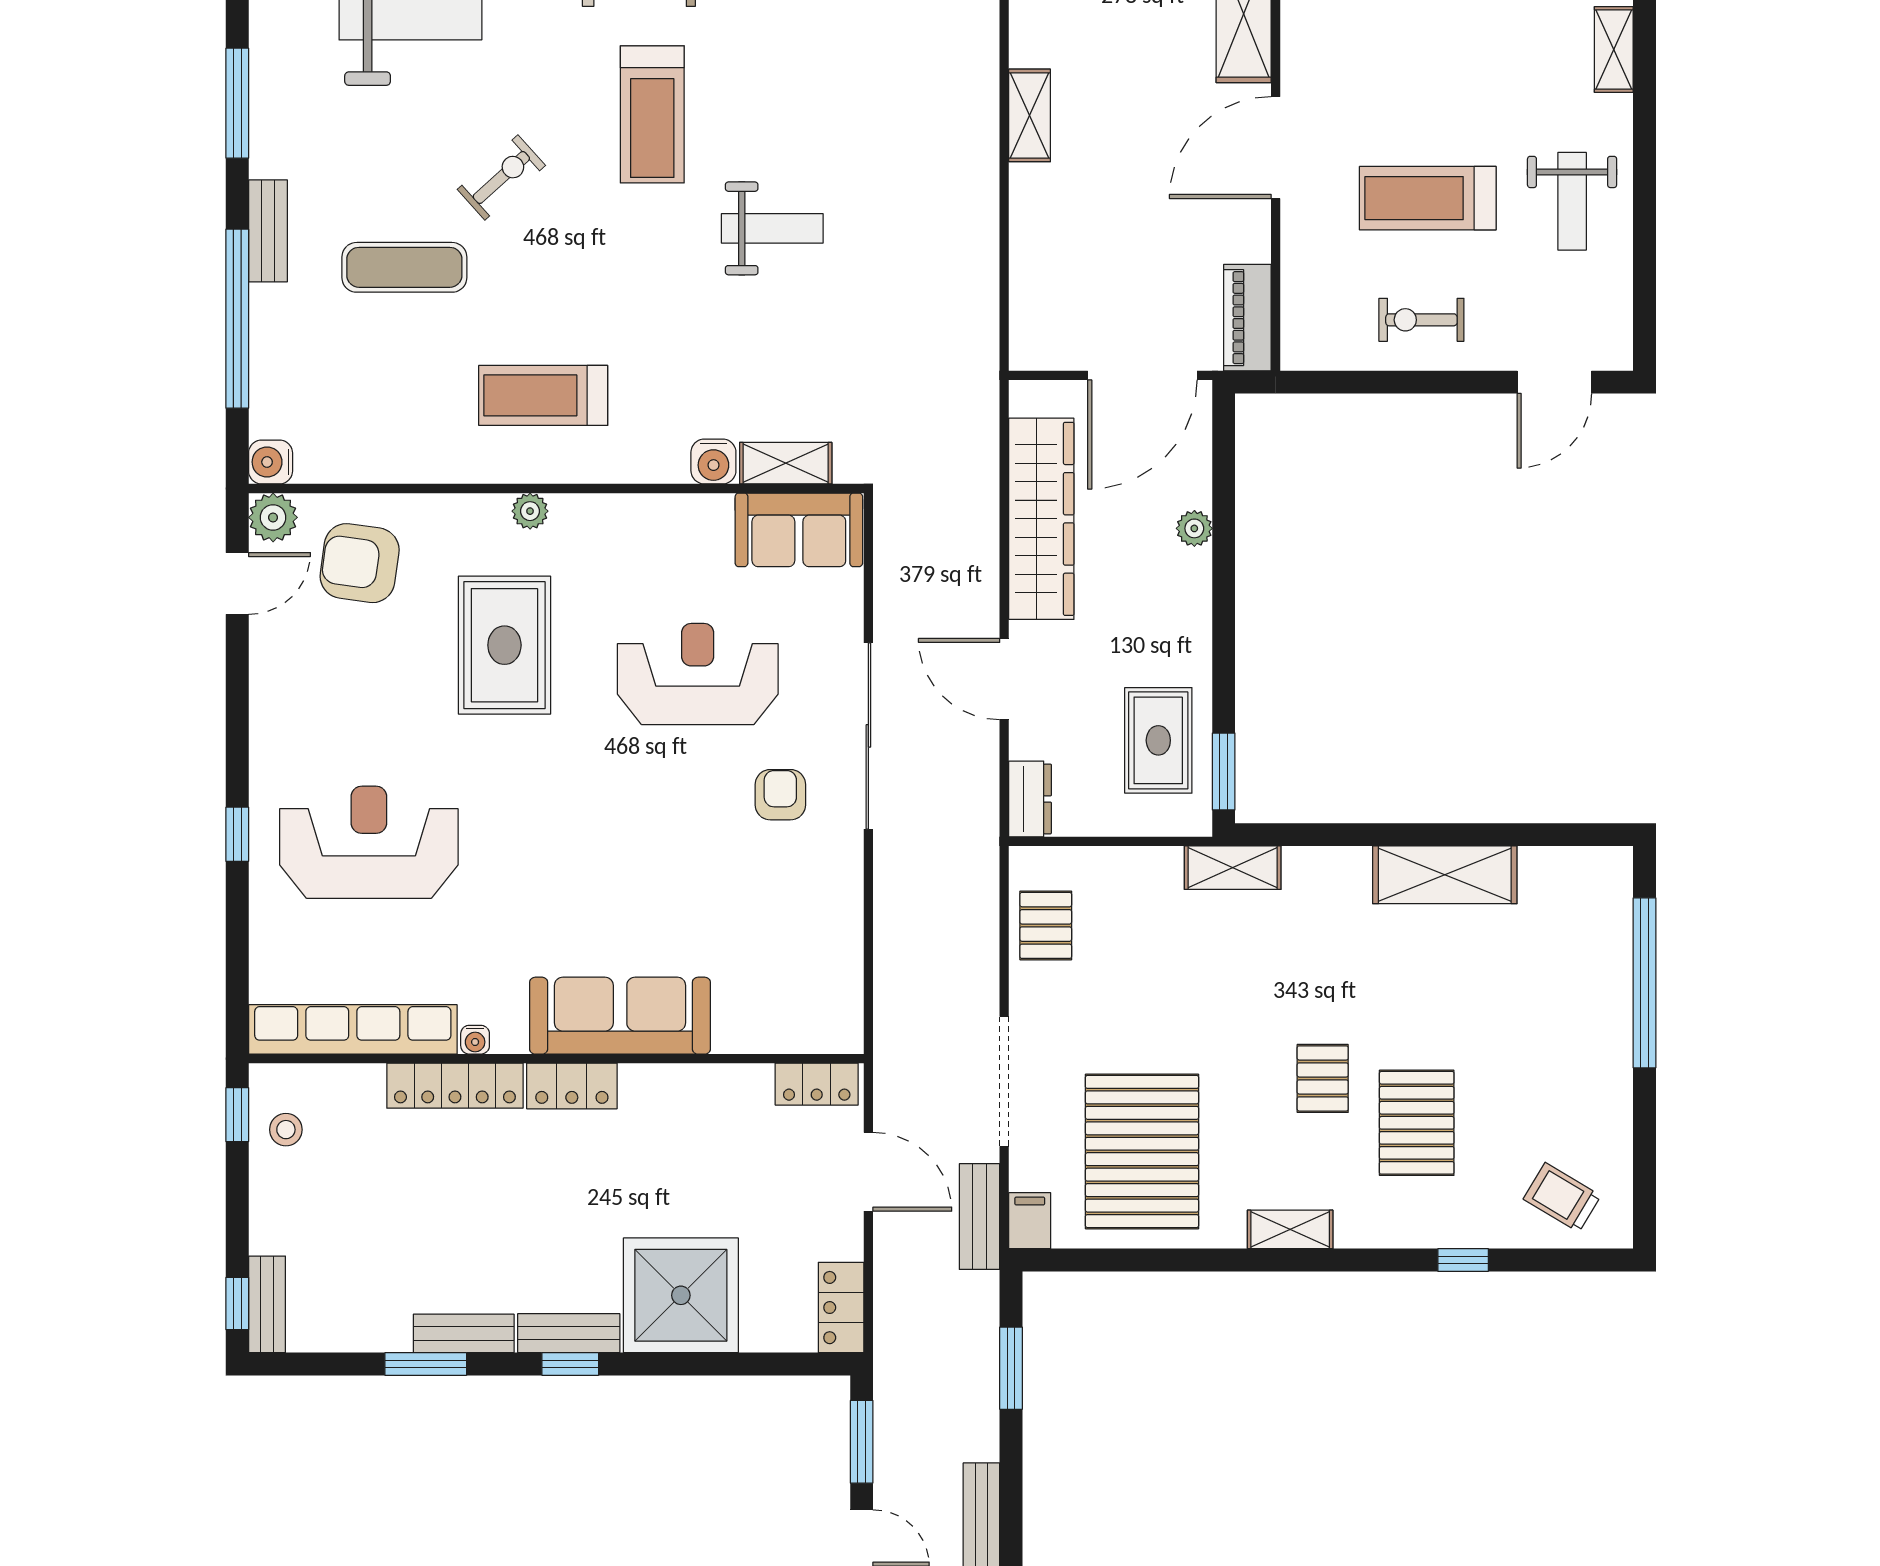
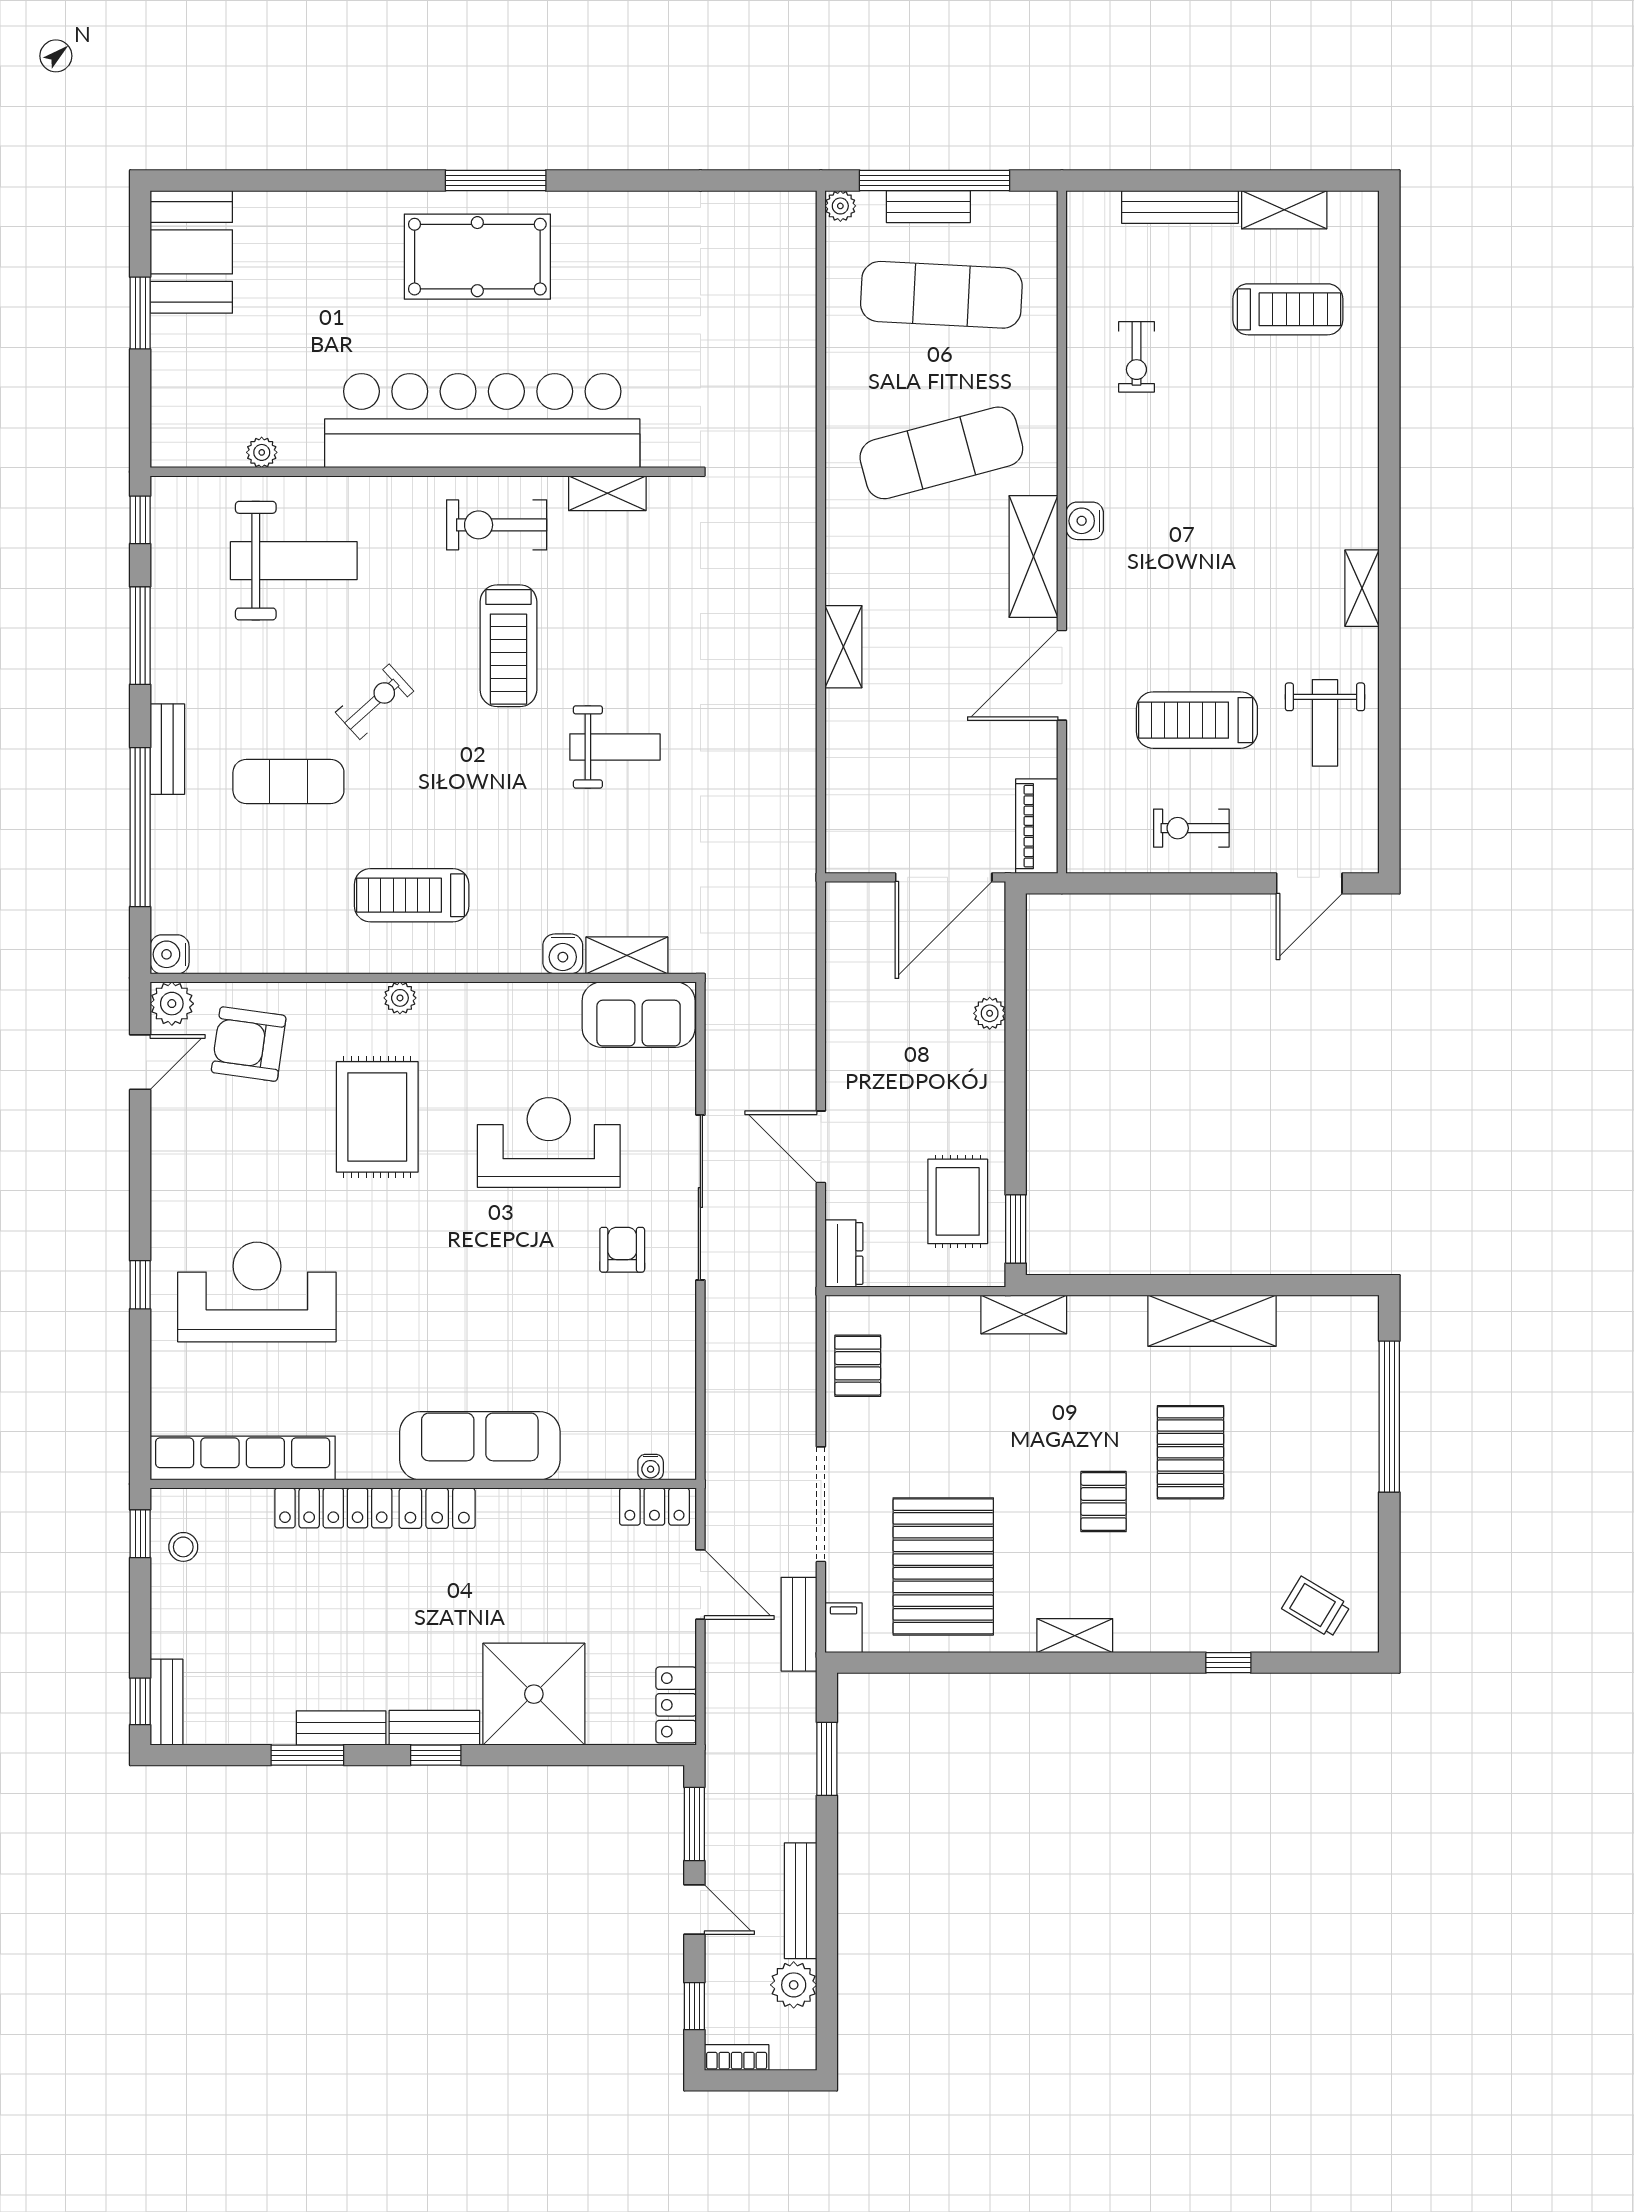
wardrobe: (1041, 519) -> (854, 1005), removed
water cooler: (475, 1040) -> (651, 1467), moved
pallet: (1417, 1123) -> (1191, 1452), moved

